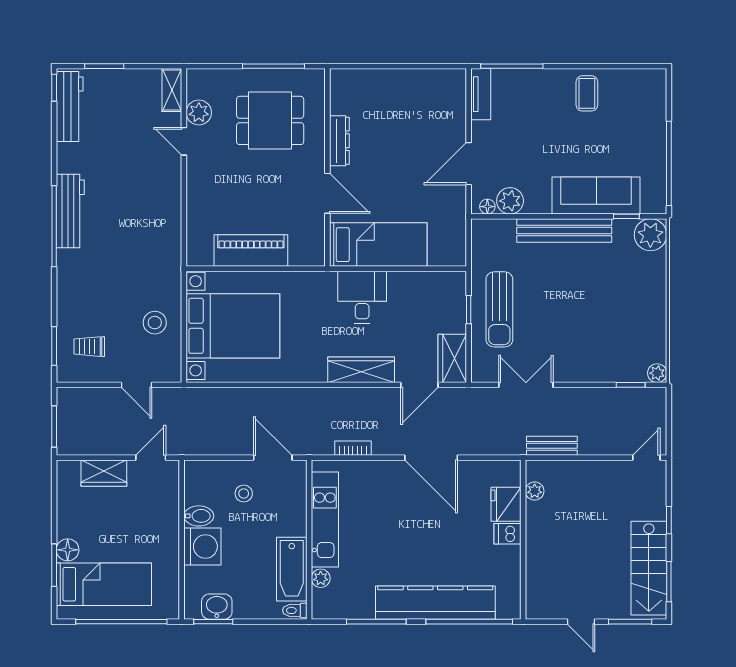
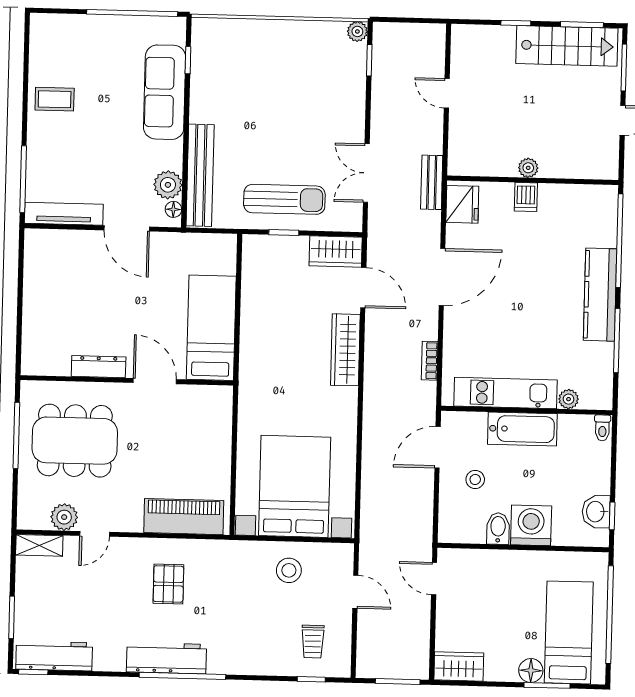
tv unit: (481, 94) -> (64, 214), width x1.41
dining table: (270, 120) -> (75, 441), width x1.38
door: (327, 193) -> (155, 381), hinge flipped
pallet: (139, 211) -> (168, 584), added
bench: (564, 230) -> (200, 175), moved
plant: (650, 235) -> (208, 35), removed
piano: (251, 251) -> (184, 517), moved, turned 90
desk: (362, 297) -> (267, 347), removed
window: (54, 346) -> (311, 679), width x0.67
door: (136, 385) -> (355, 592), hinge flipped
bench: (552, 446) -> (432, 182), moved
door: (646, 458) -> (447, 93), moved
wardrobe: (104, 473) -> (459, 666), moved, turned -90
plant: (535, 491) -> (528, 168), moved
fridge: (506, 504) -> (462, 204), moved, turned -90
bathtub: (292, 569) -> (522, 429), moved
kitchen counter: (435, 603) -> (600, 295), width x0.72, depth x0.86
window: (213, 622) -> (612, 516), width x0.67

